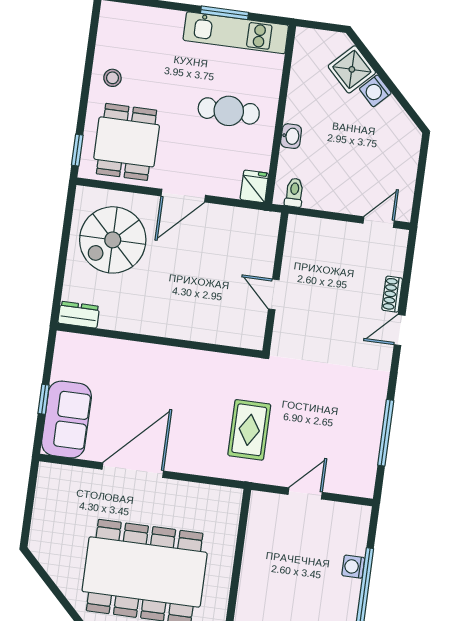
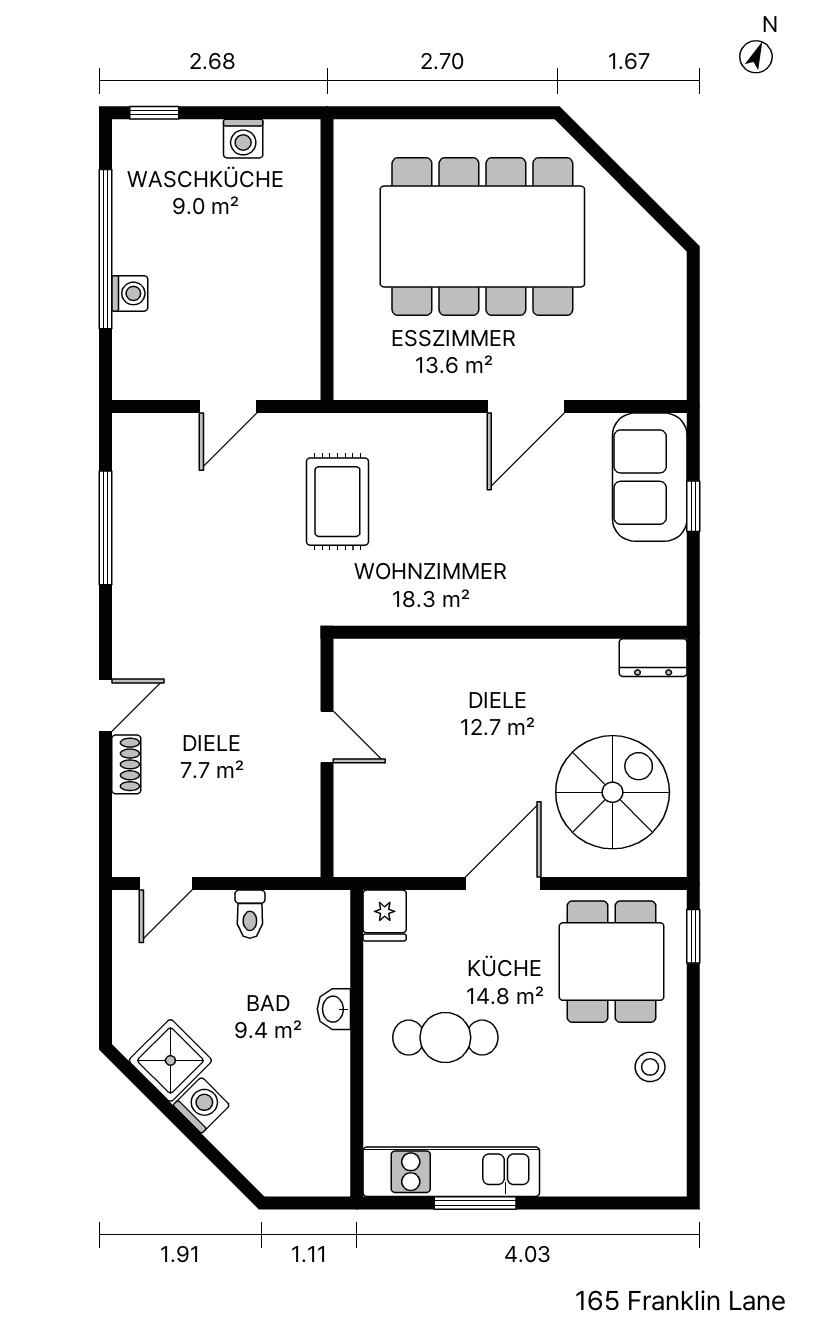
shower: (352, 69) -> (170, 1060), moved
toilet: (294, 193) -> (250, 914), moved
door: (133, 470) -> (526, 407), width x0.73

